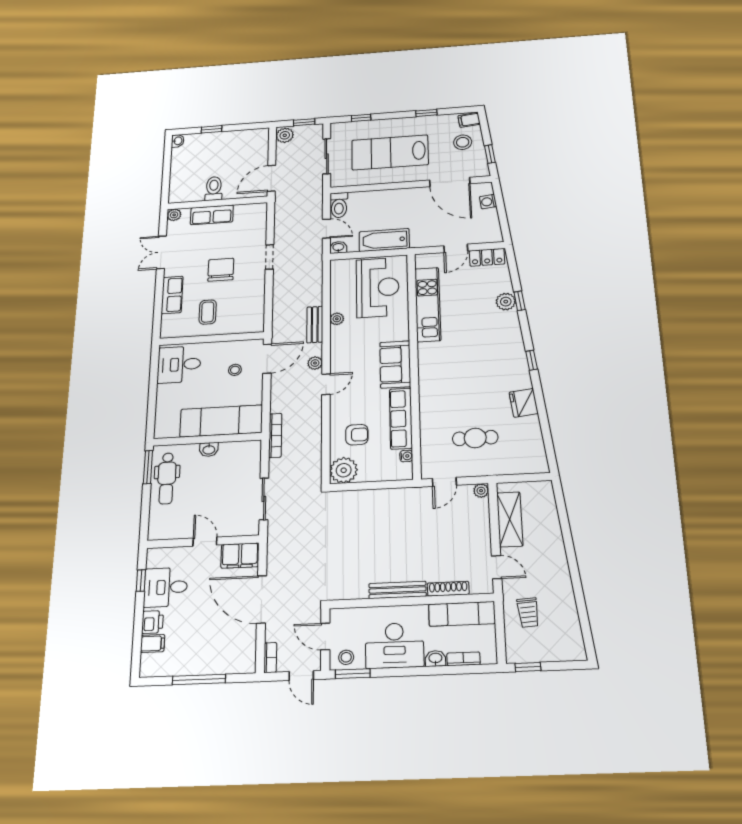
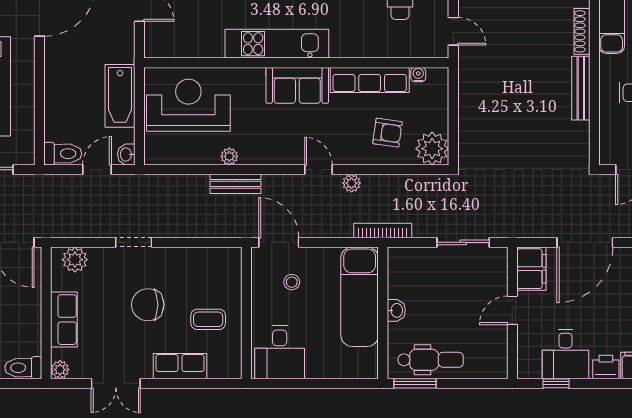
toilet: (214, 188) -> (23, 368), moved
plant: (257, 219) -> (75, 260), added
kitchen unit: (428, 304) -> (277, 44), moved
plant: (315, 363) -> (352, 183), moved
armchair: (357, 435) -> (387, 133), turned 98

